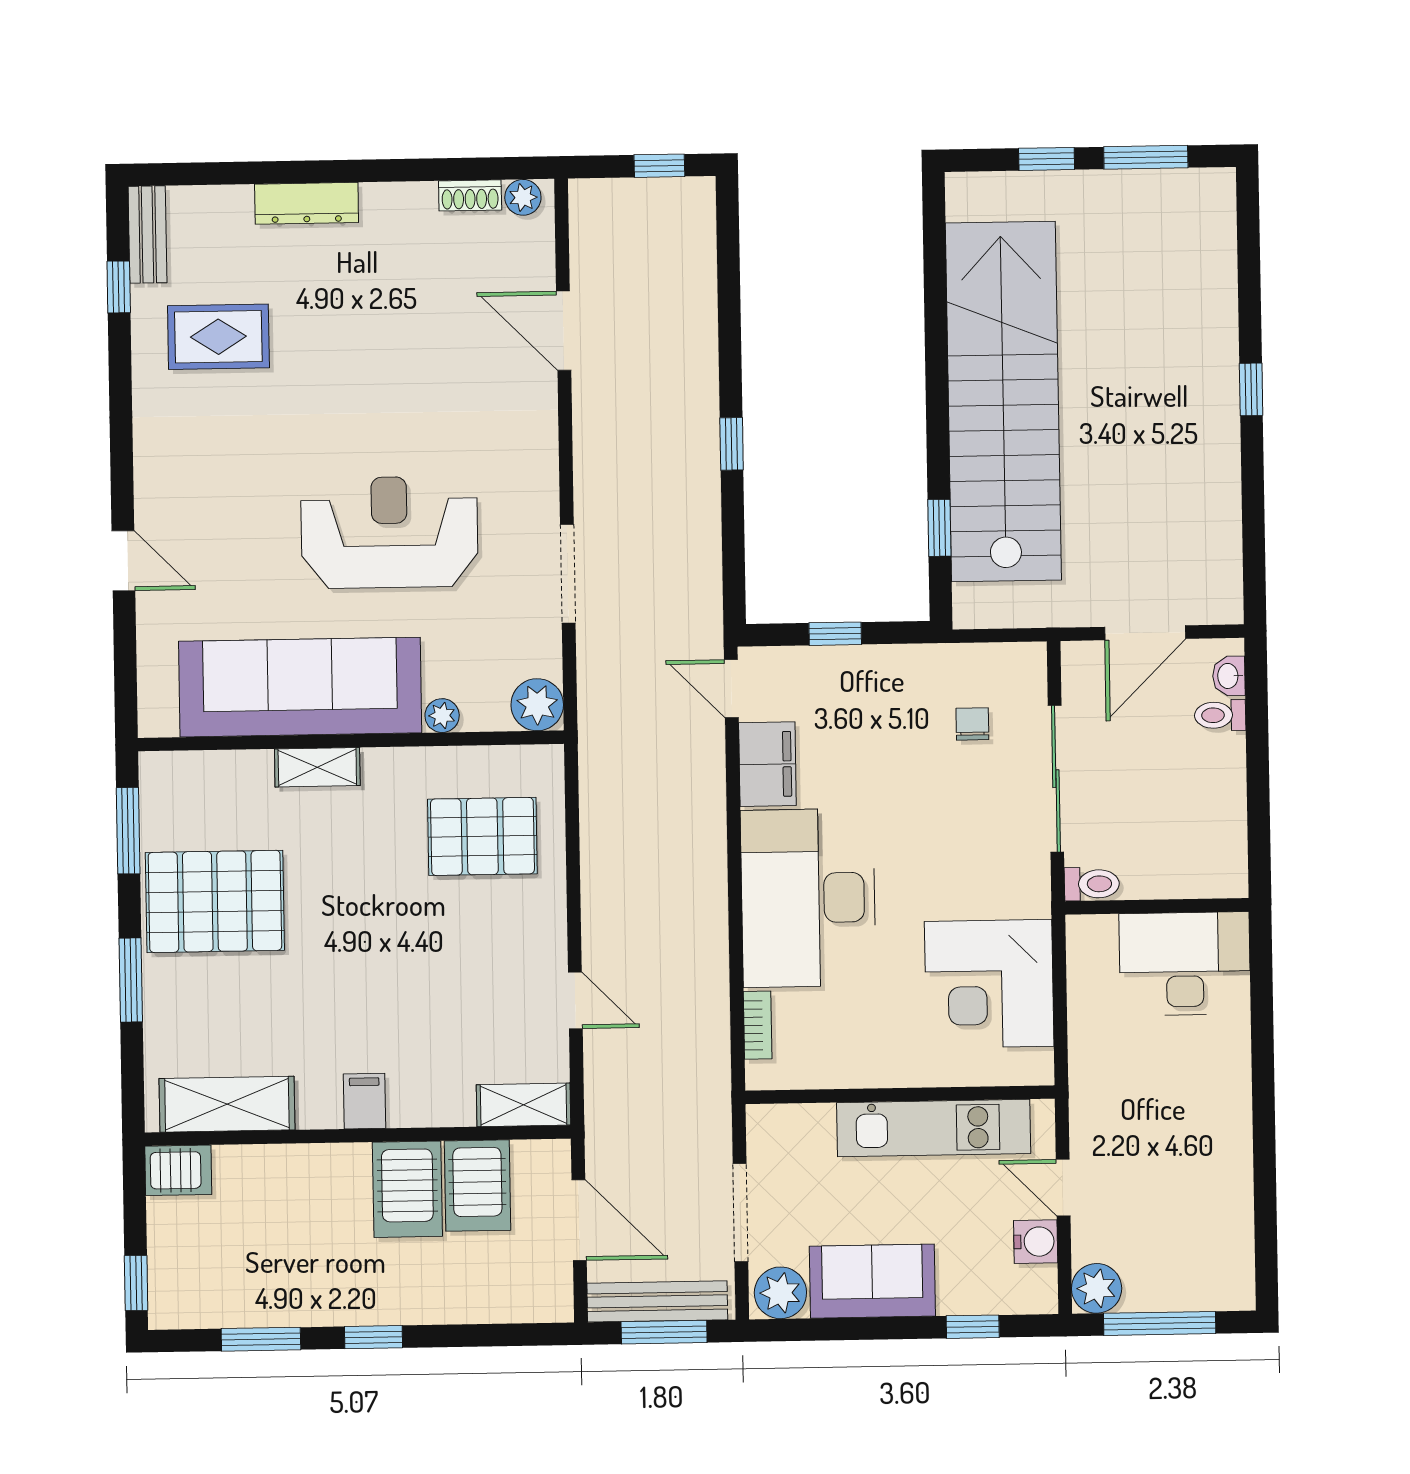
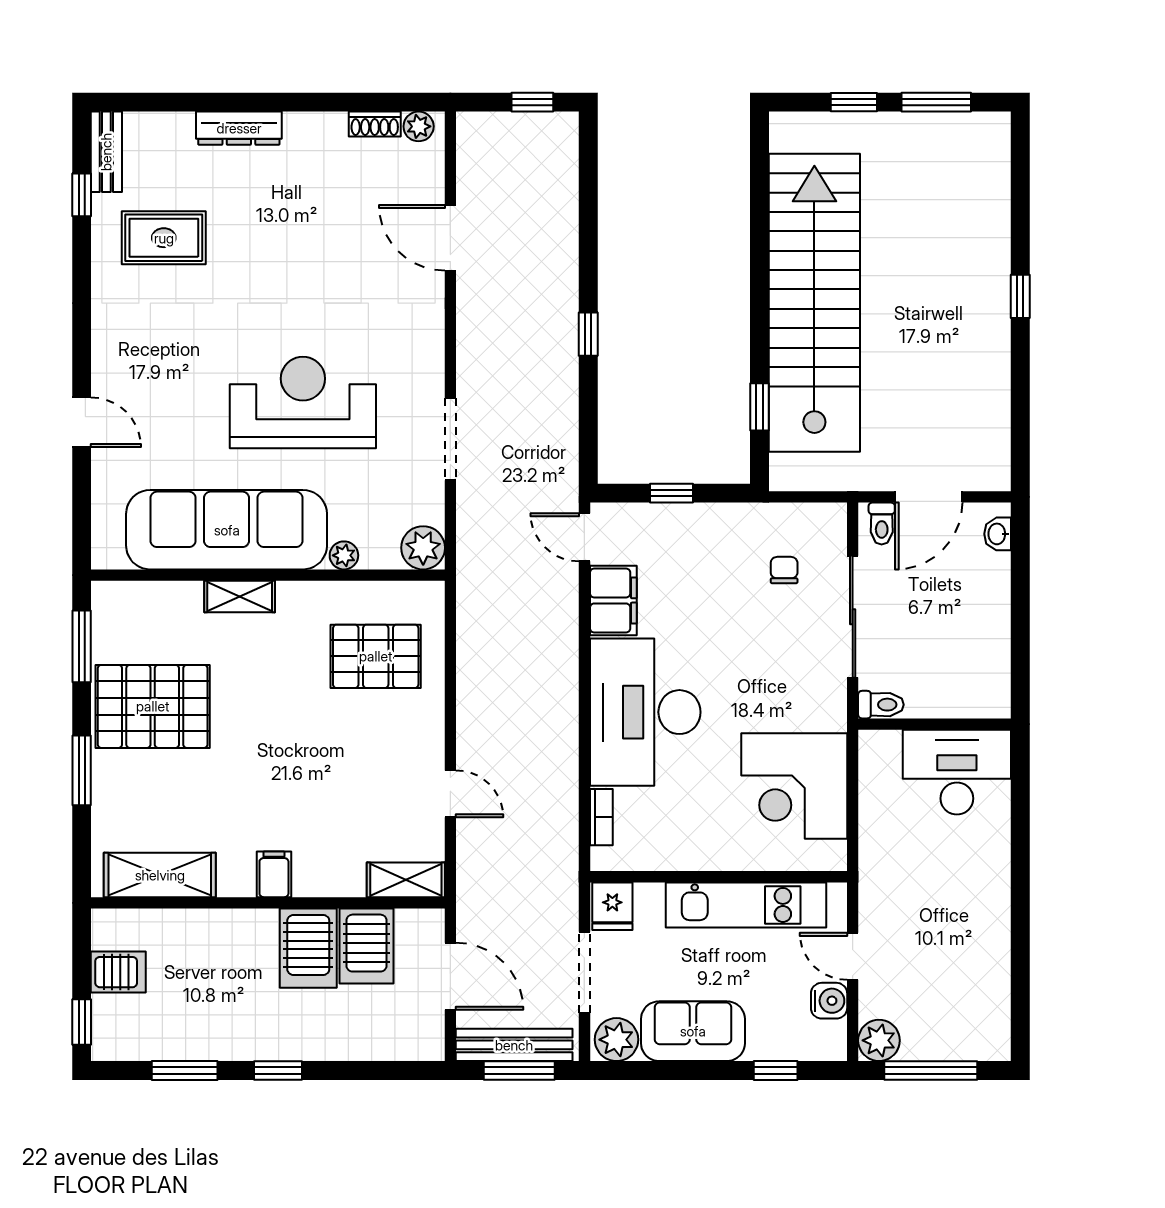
toilet: (1220, 715) -> (882, 524), moved, turned -90
fridge: (773, 1132) -> (612, 906), added
server rack: (178, 1170) -> (118, 972), moved

